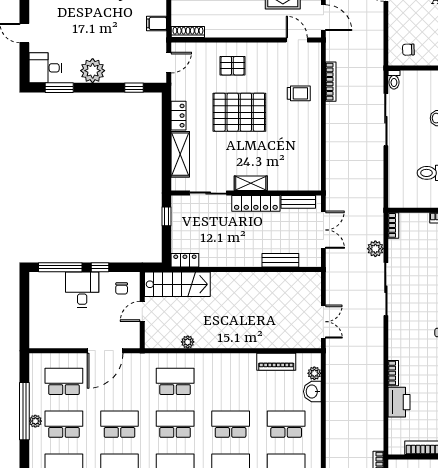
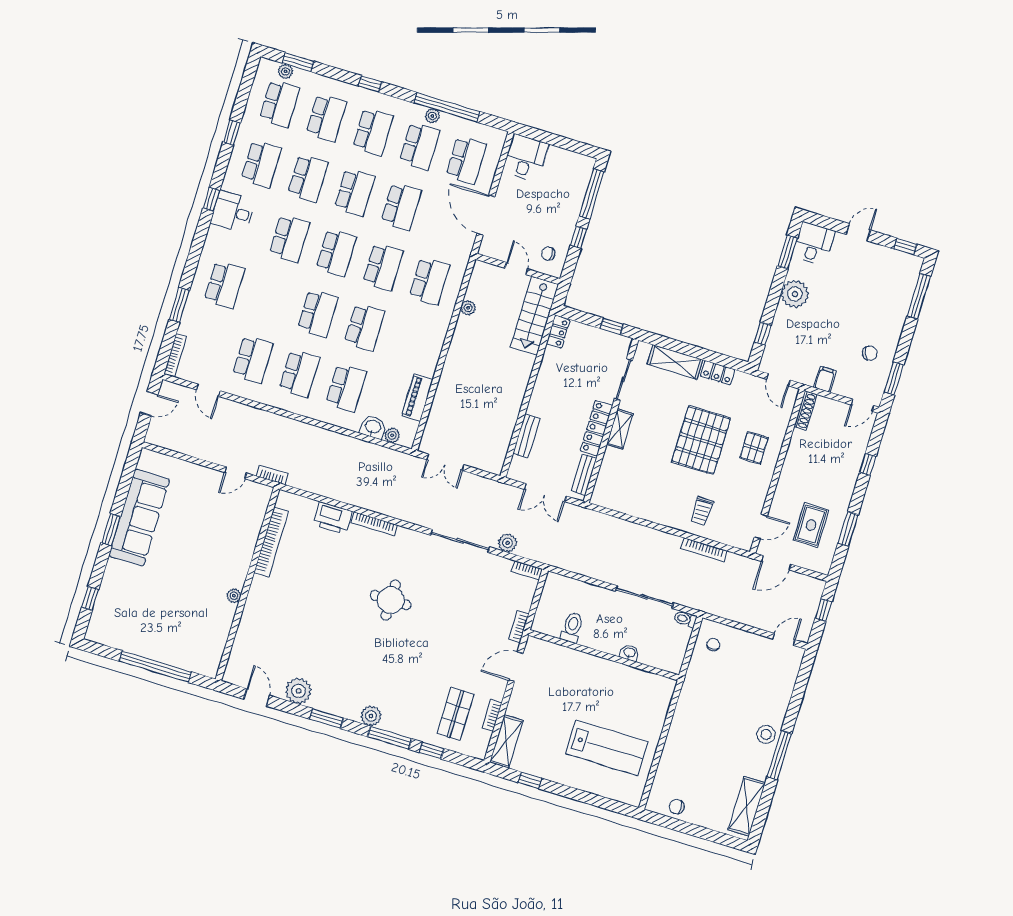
desk: (82, 290) -> (526, 158), moved, turned -90
bookcase: (393, 373) -> (374, 524), width x1.56

